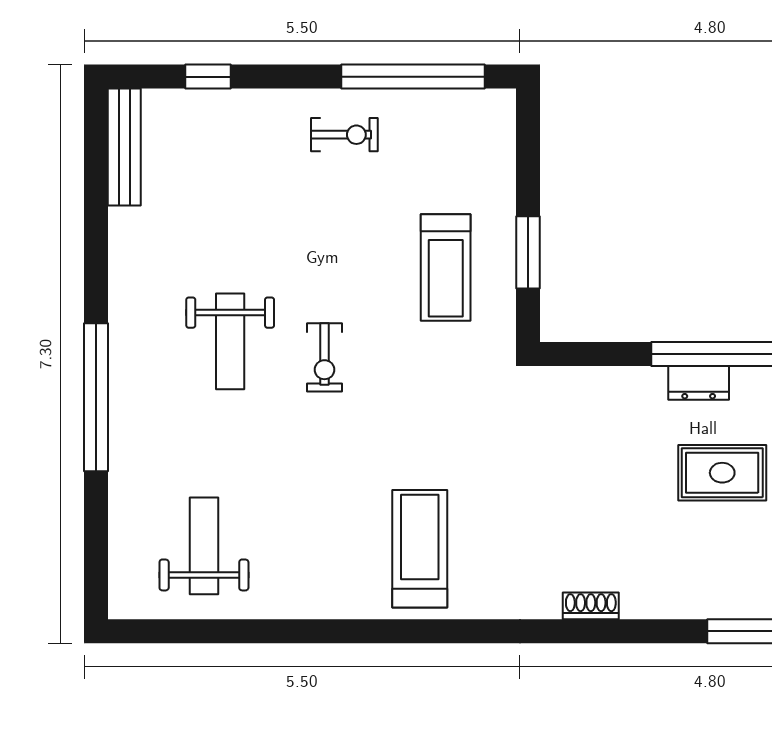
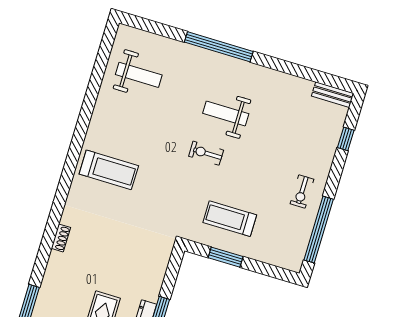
bench: (124, 147) -> (333, 95), width x0.73

